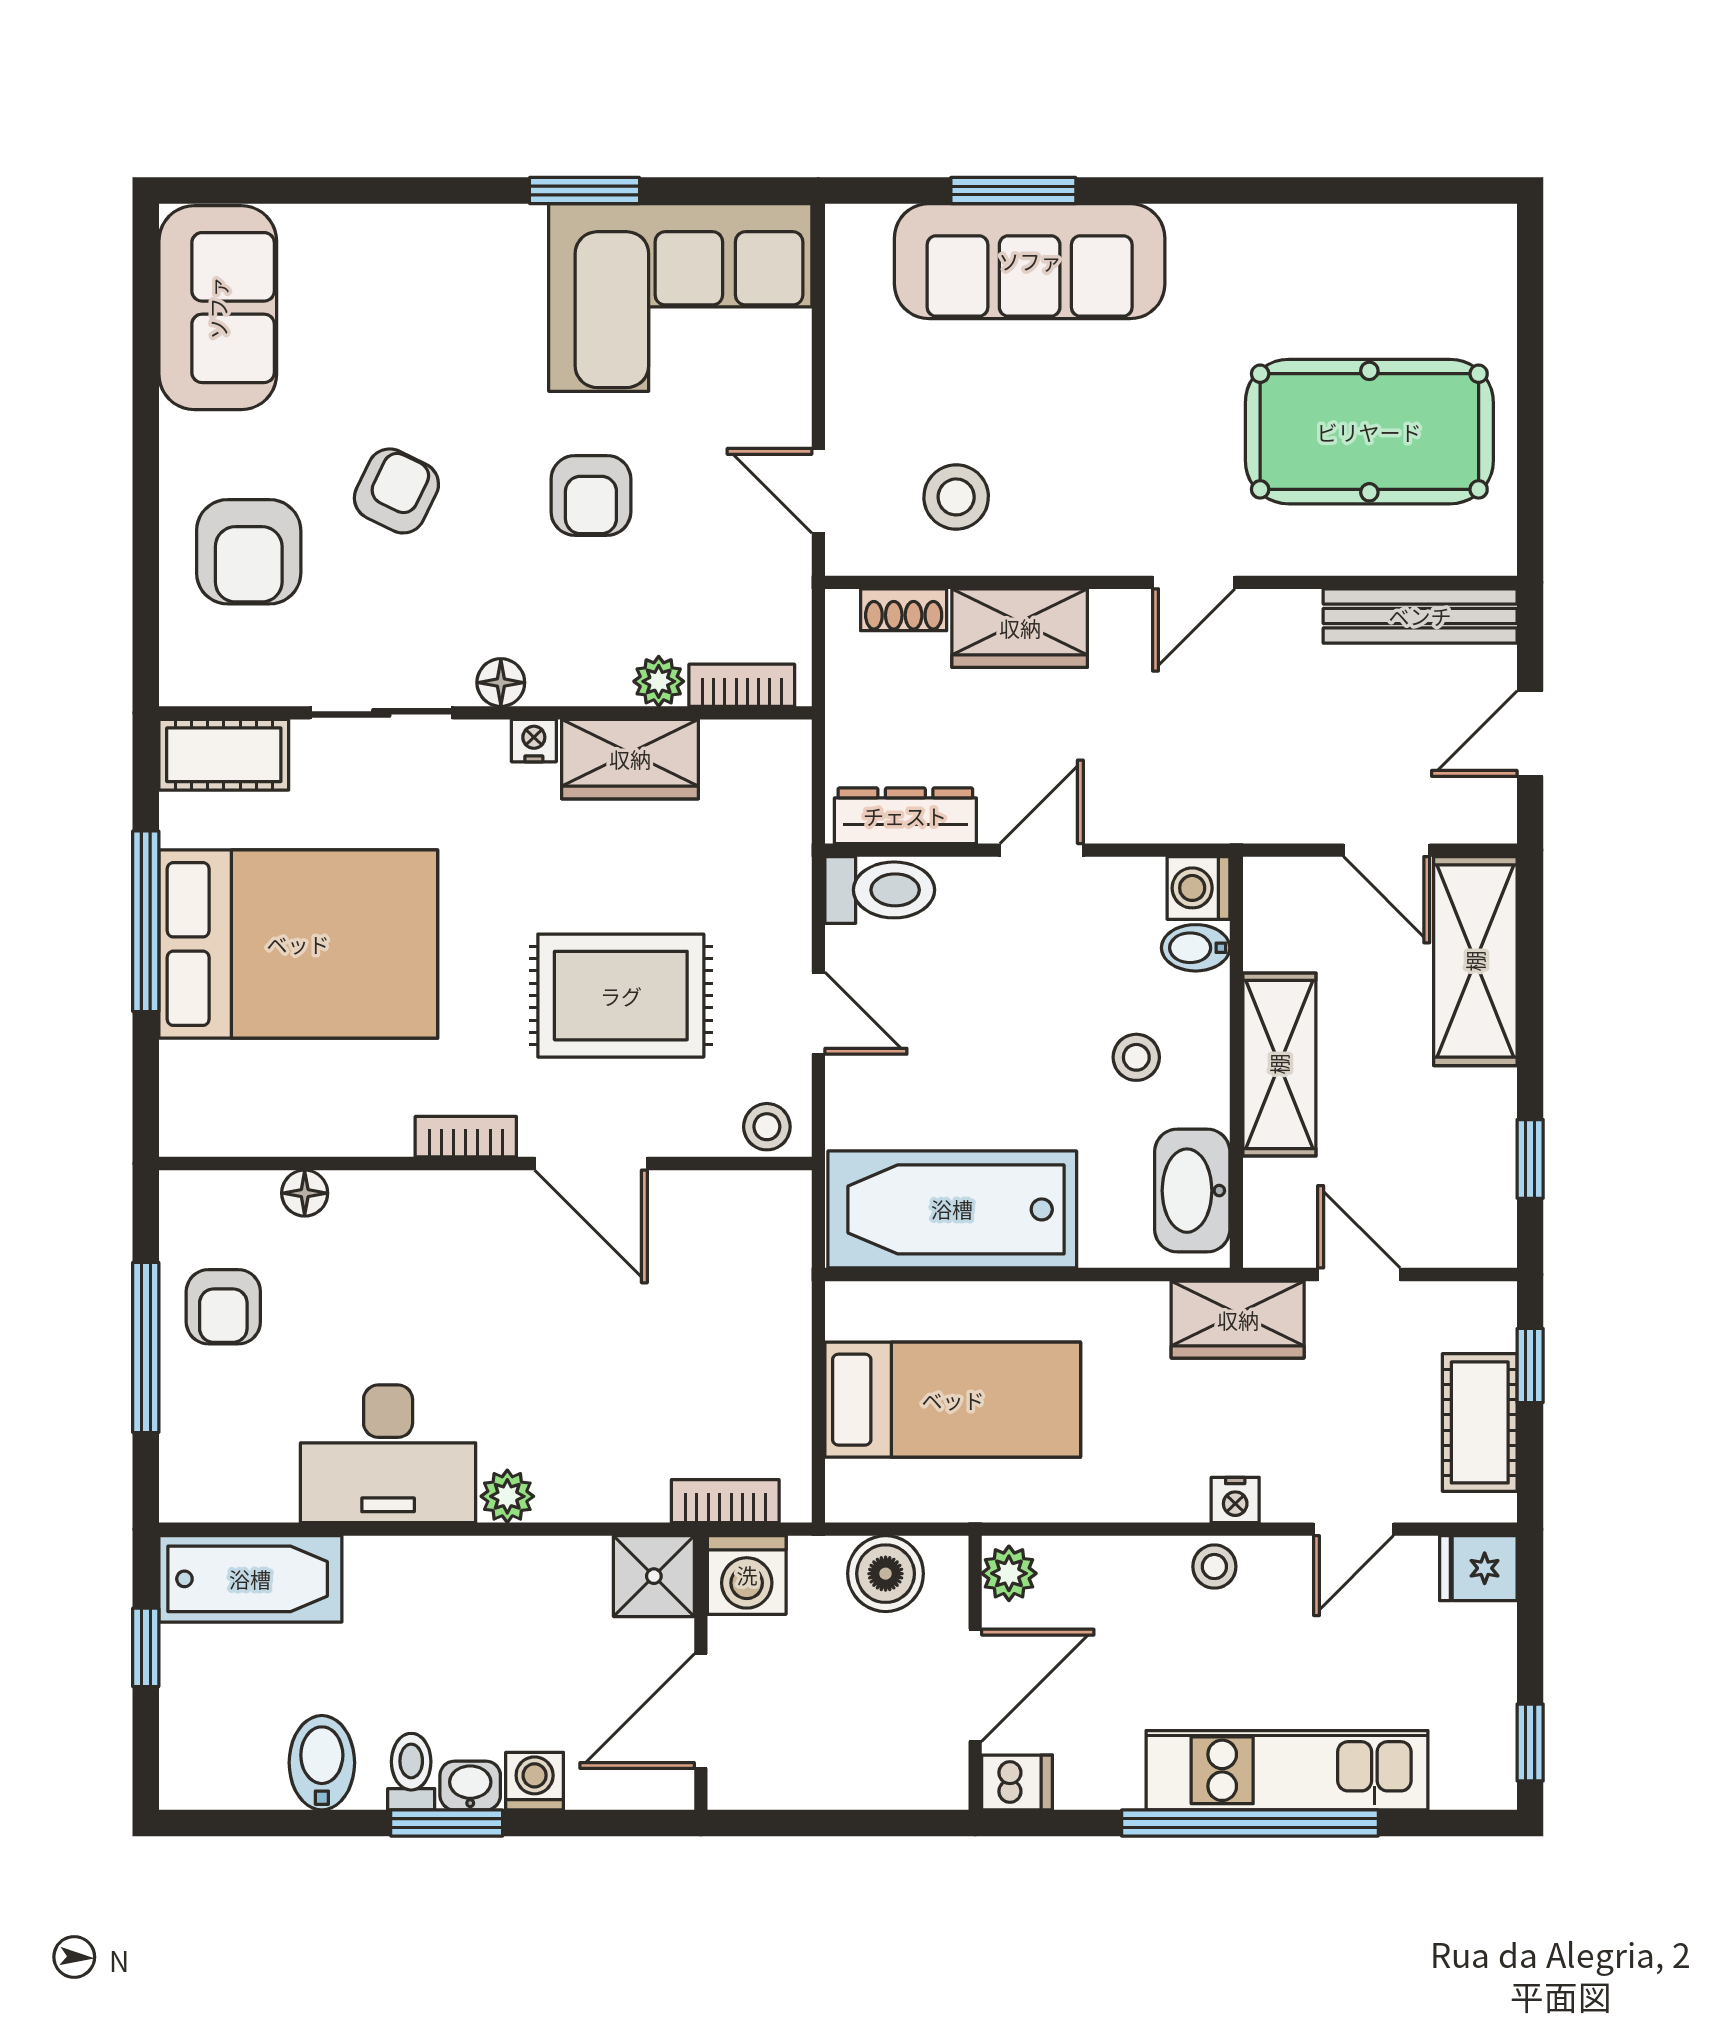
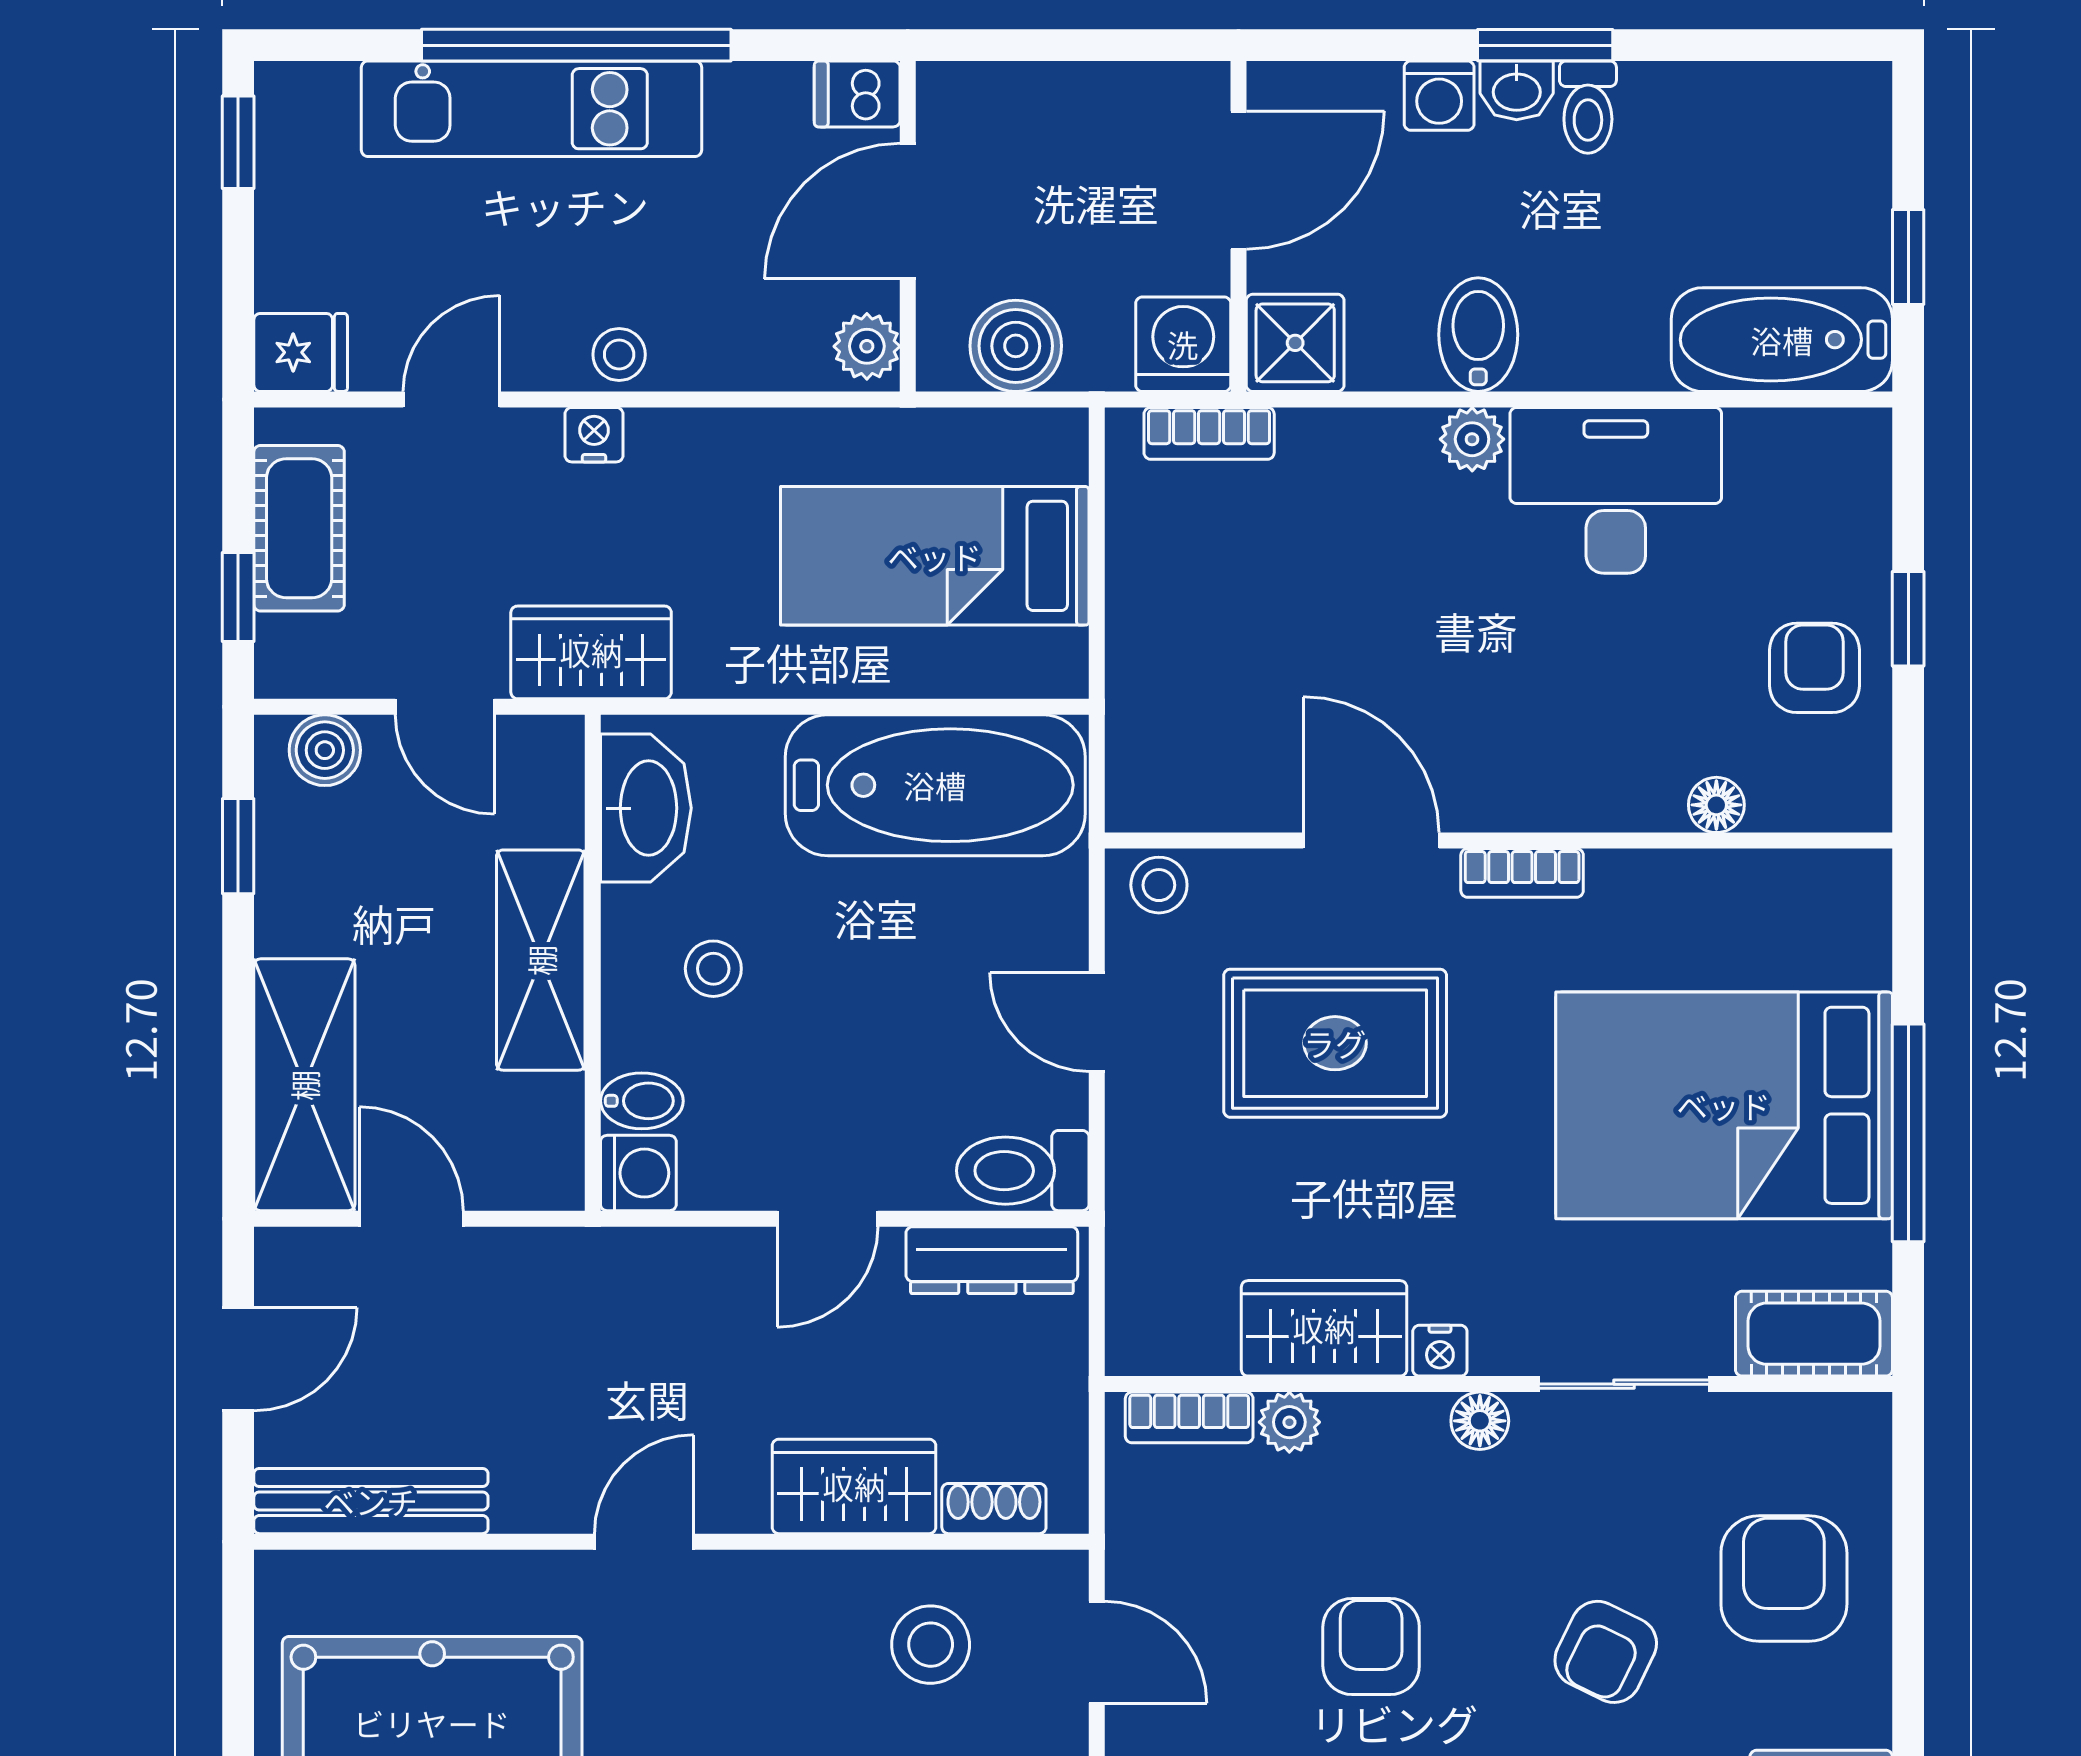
boiler: (1458, 1239) -> (325, 750), added
window: (146, 1347) -> (1908, 619), width x0.46
bidet: (322, 1763) -> (1478, 335), moved, turned 180

